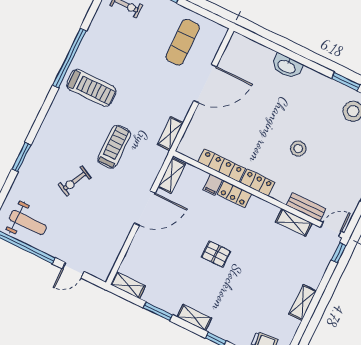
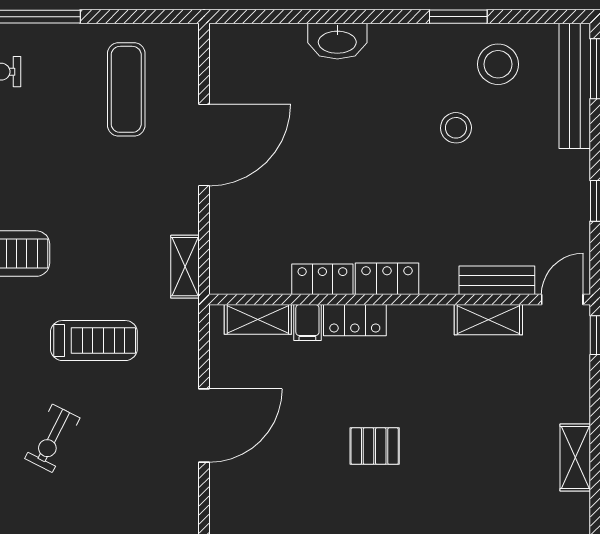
treadmill: (114, 147) -> (94, 341), turned 90
stool: (298, 148) -> (456, 128), moved
locker: (222, 165) -> (322, 279), width x0.66
shelving: (172, 175) -> (258, 319), moved, turned 90

